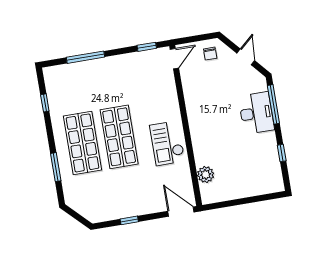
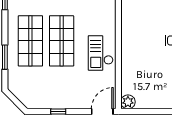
plant: (206, 175) -> (128, 102), moved
door: (181, 212) -> (102, 112), hinge flipped

